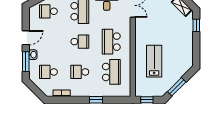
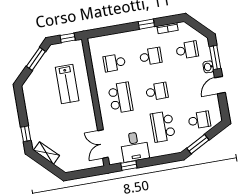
school desk: (80, 42) -> (157, 91), turned 180
school desk: (111, 72) -> (114, 63), width x0.54
window: (96, 100) -> (146, 24), moved

